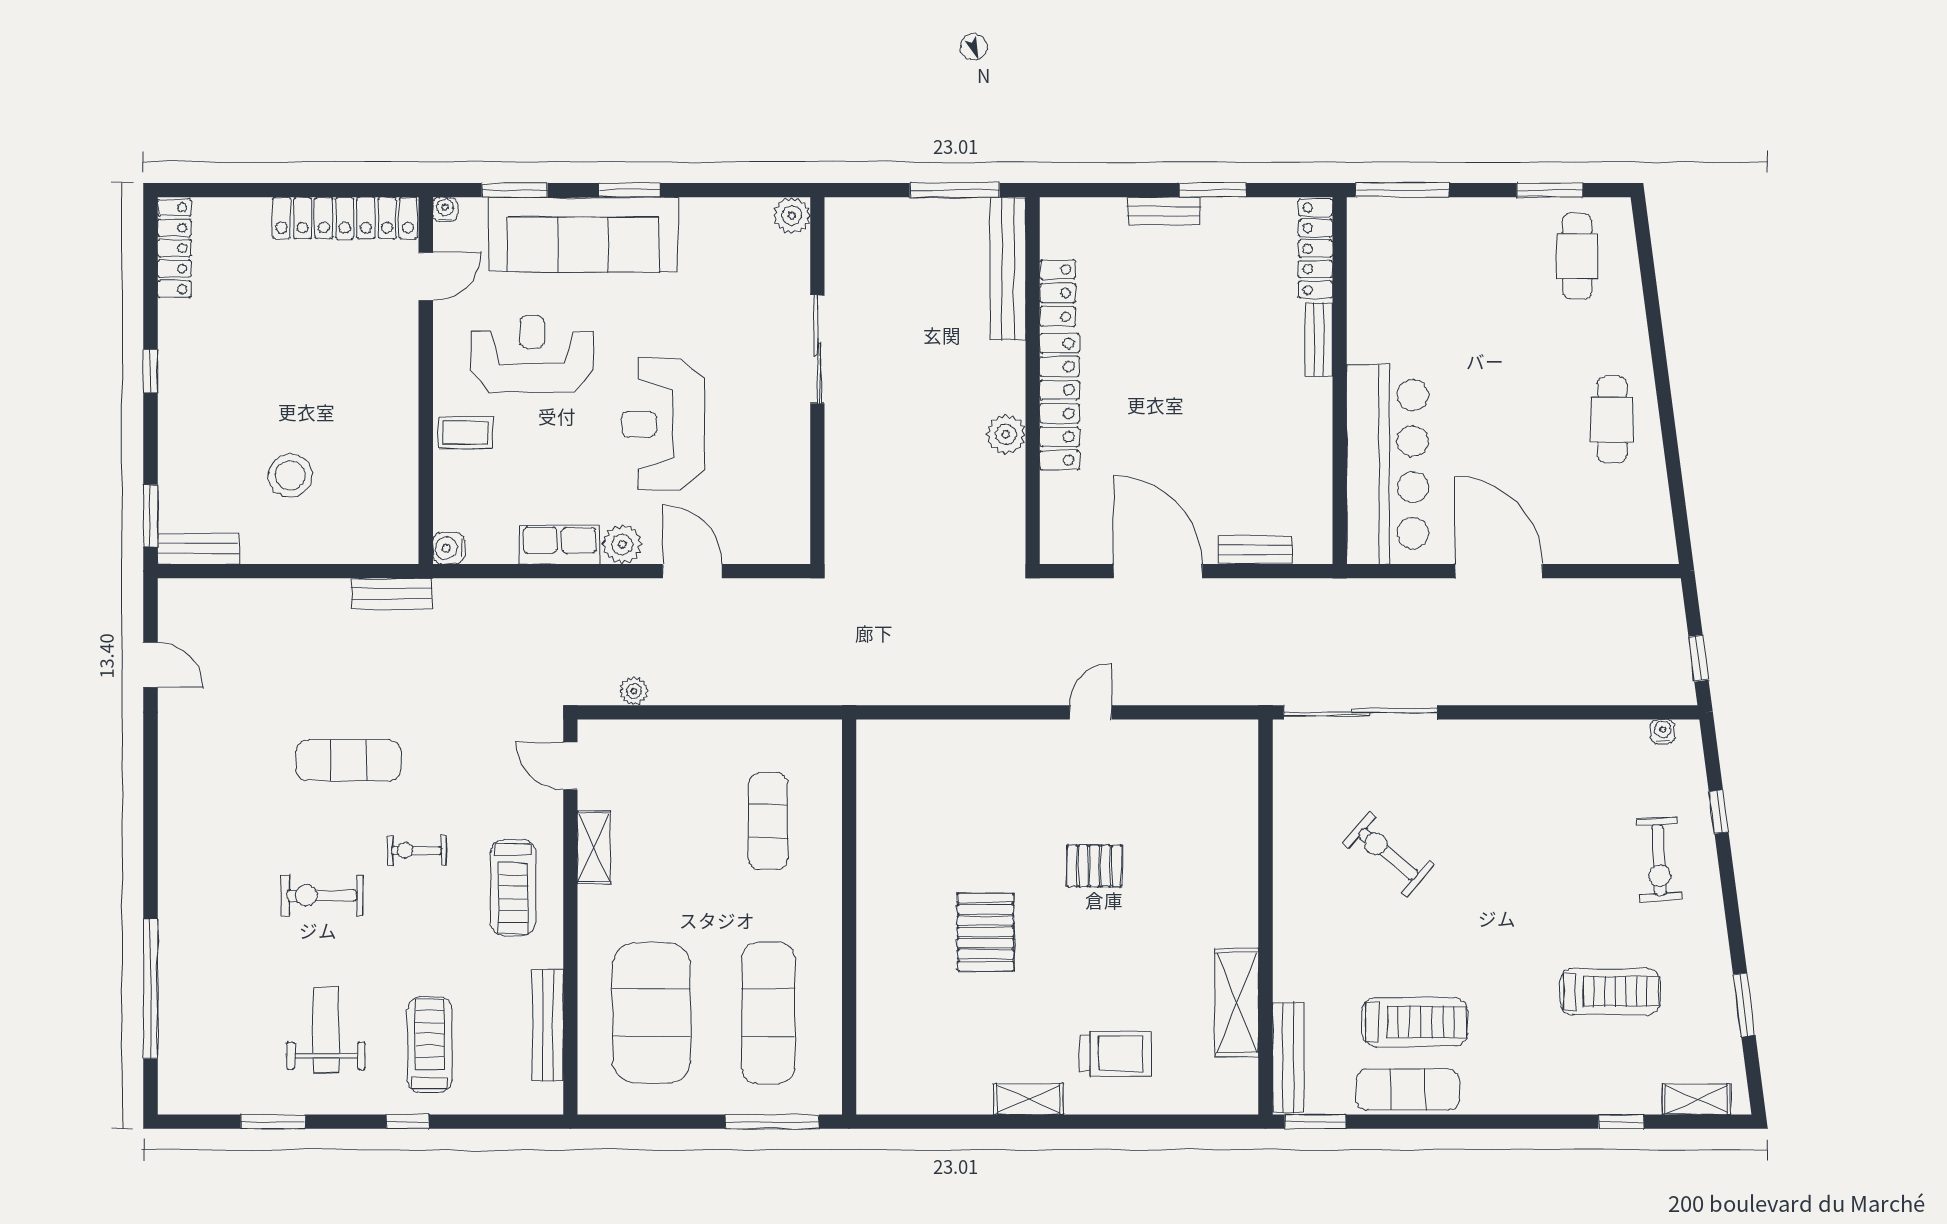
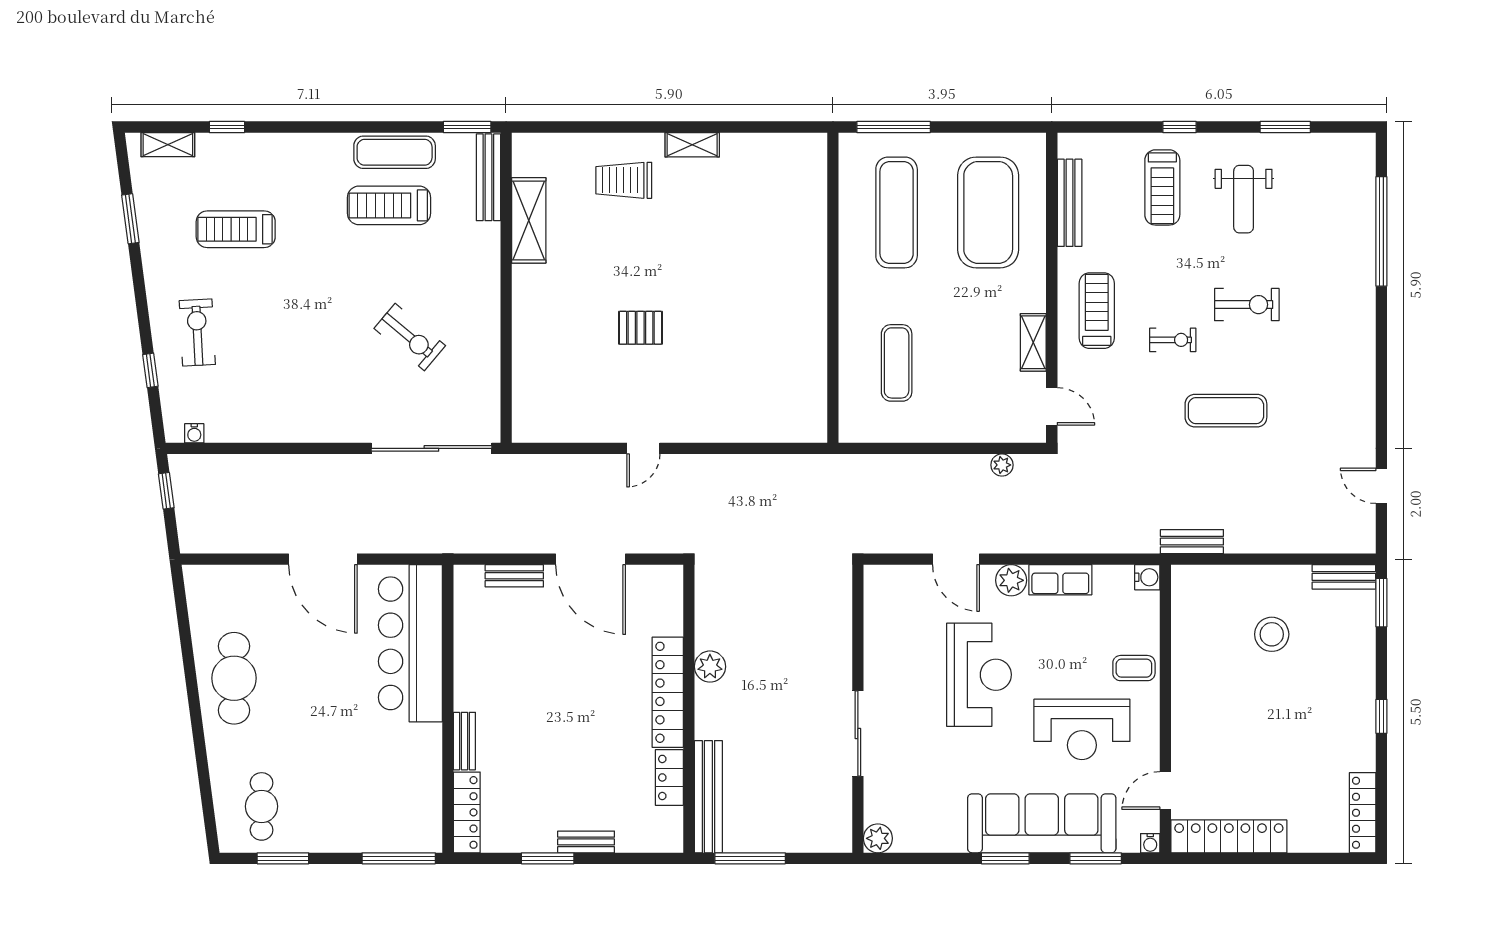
cafe table: (1612, 420) -> (234, 678), width x1.37, depth x1.35
pallet: (986, 932) -> (726, 276), removed

